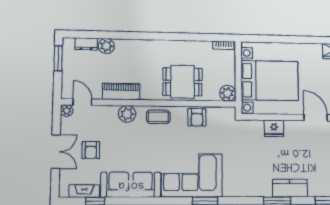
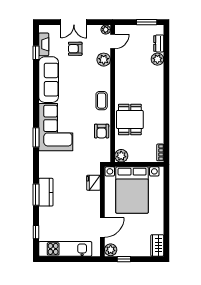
piano: (121, 91) -> (121, 71), removed
plant: (127, 114) -> (104, 60), moved
armchair: (197, 117) -> (102, 131), turned -90
fridge: (274, 128) -> (93, 183), moved
kitchen counter: (290, 188) -> (46, 192), moved

